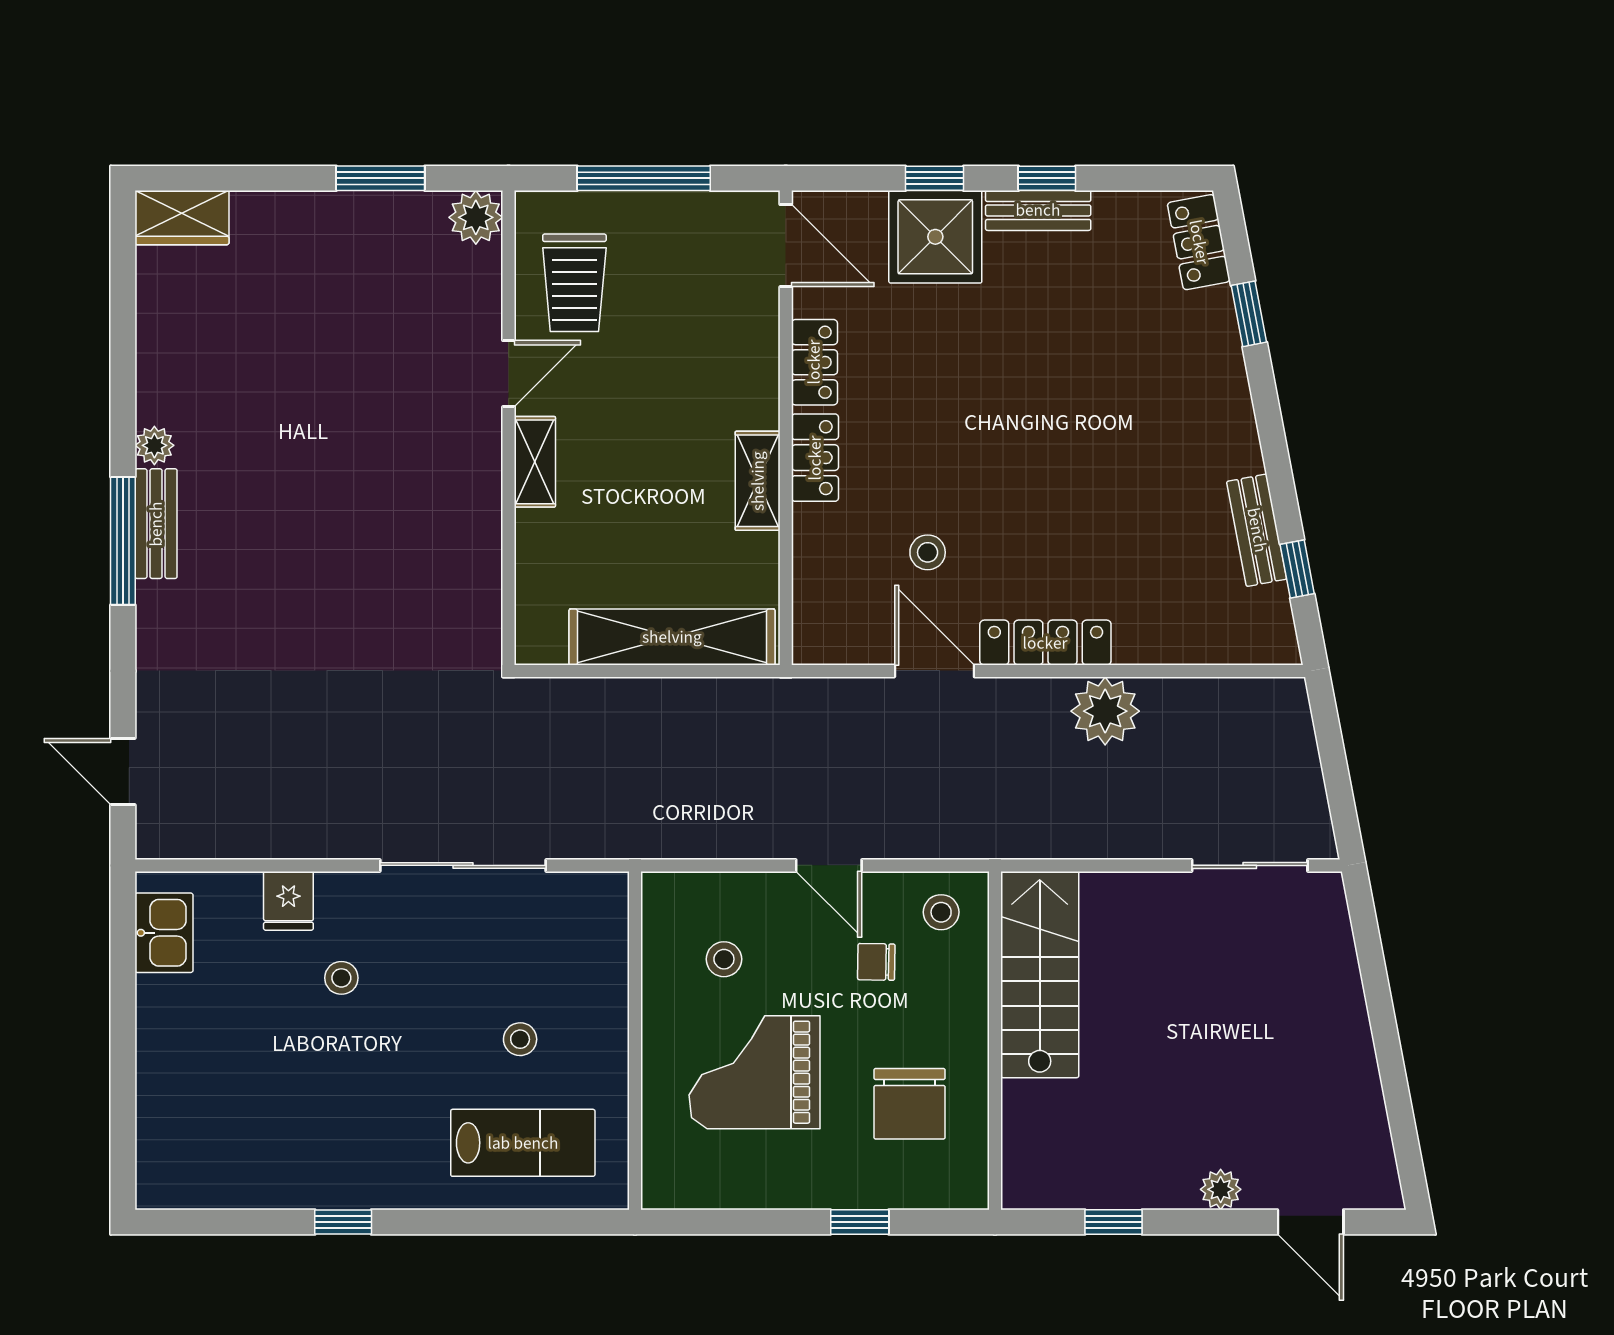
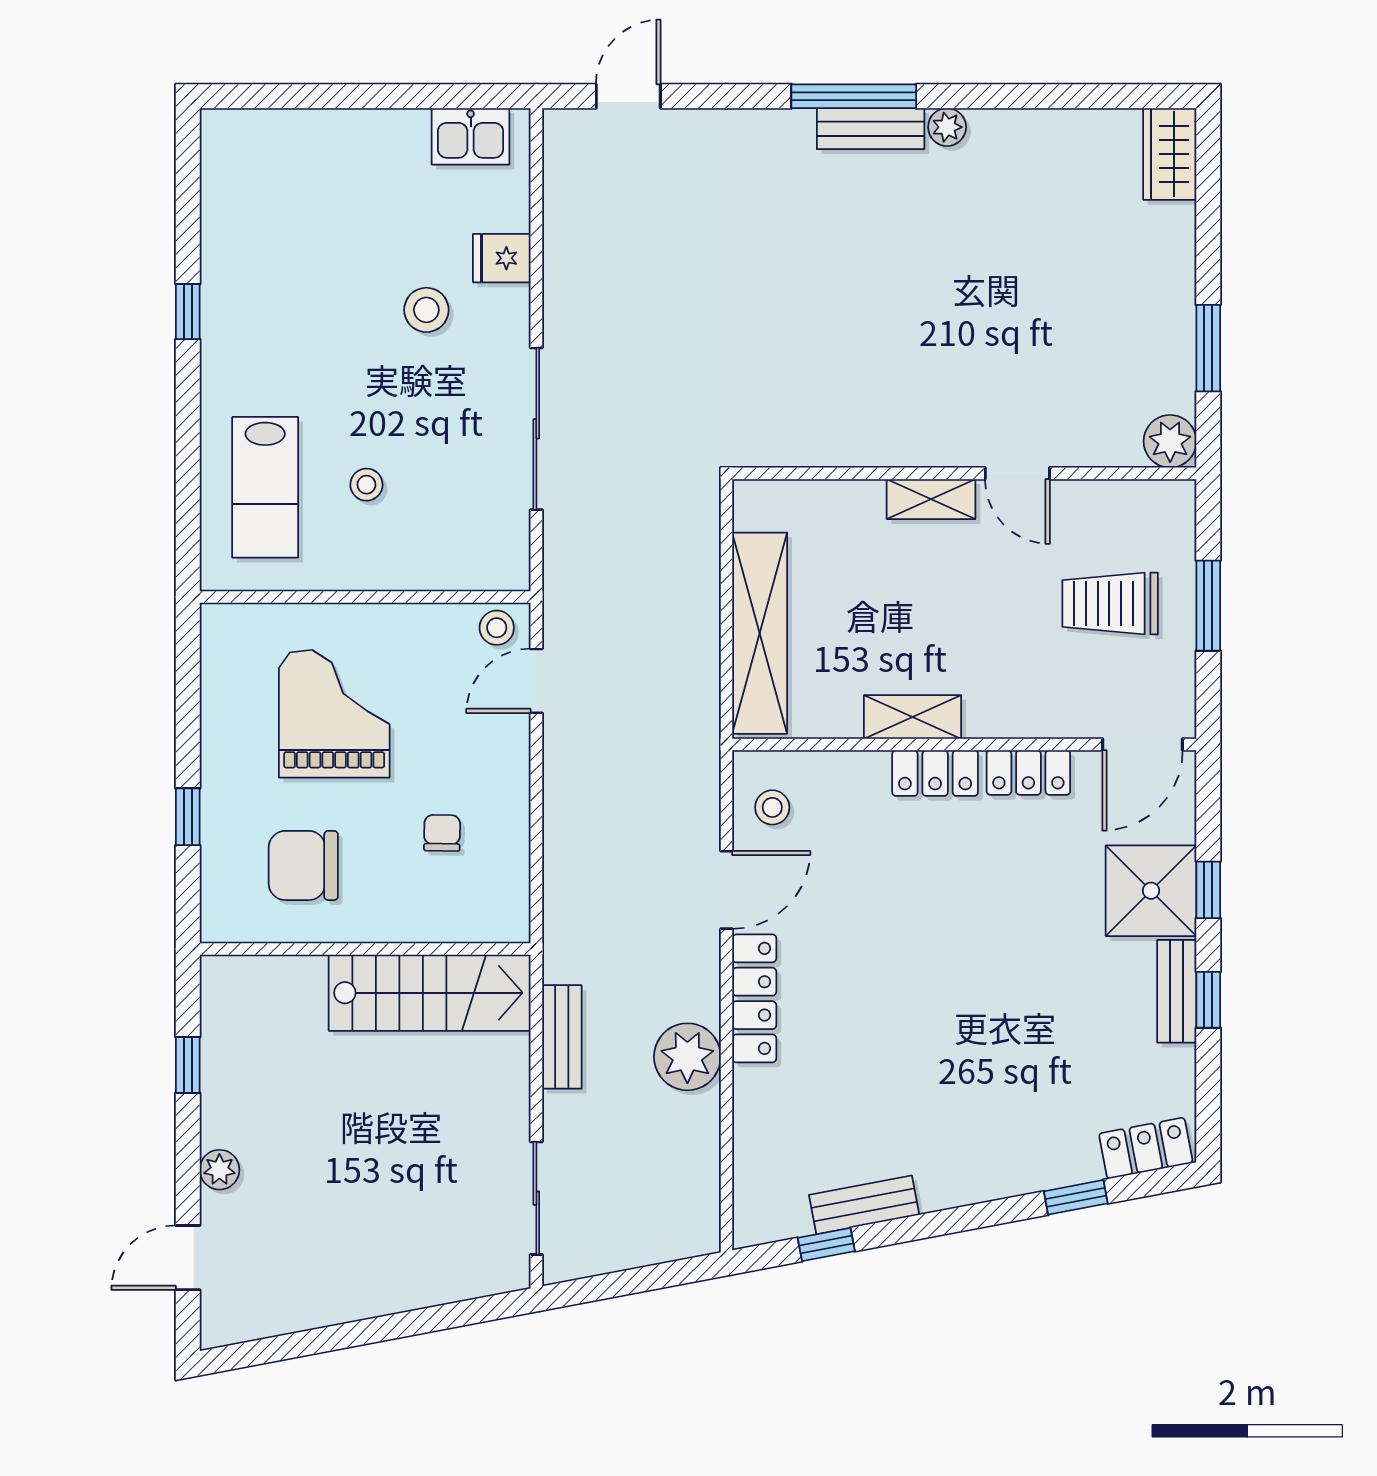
window: (644, 178) -> (1208, 606), width x0.69
trolley: (574, 283) -> (1110, 604), moved
stool: (928, 552) -> (772, 807), moved
bench: (1085, 839) -> (562, 1037), added
door: (829, 865) -> (536, 681), moved
stool: (941, 912) -> (491, 896), removed
stool: (724, 959) -> (497, 628), moved
stool: (341, 978) -> (426, 310), width x1.37, depth x1.37

